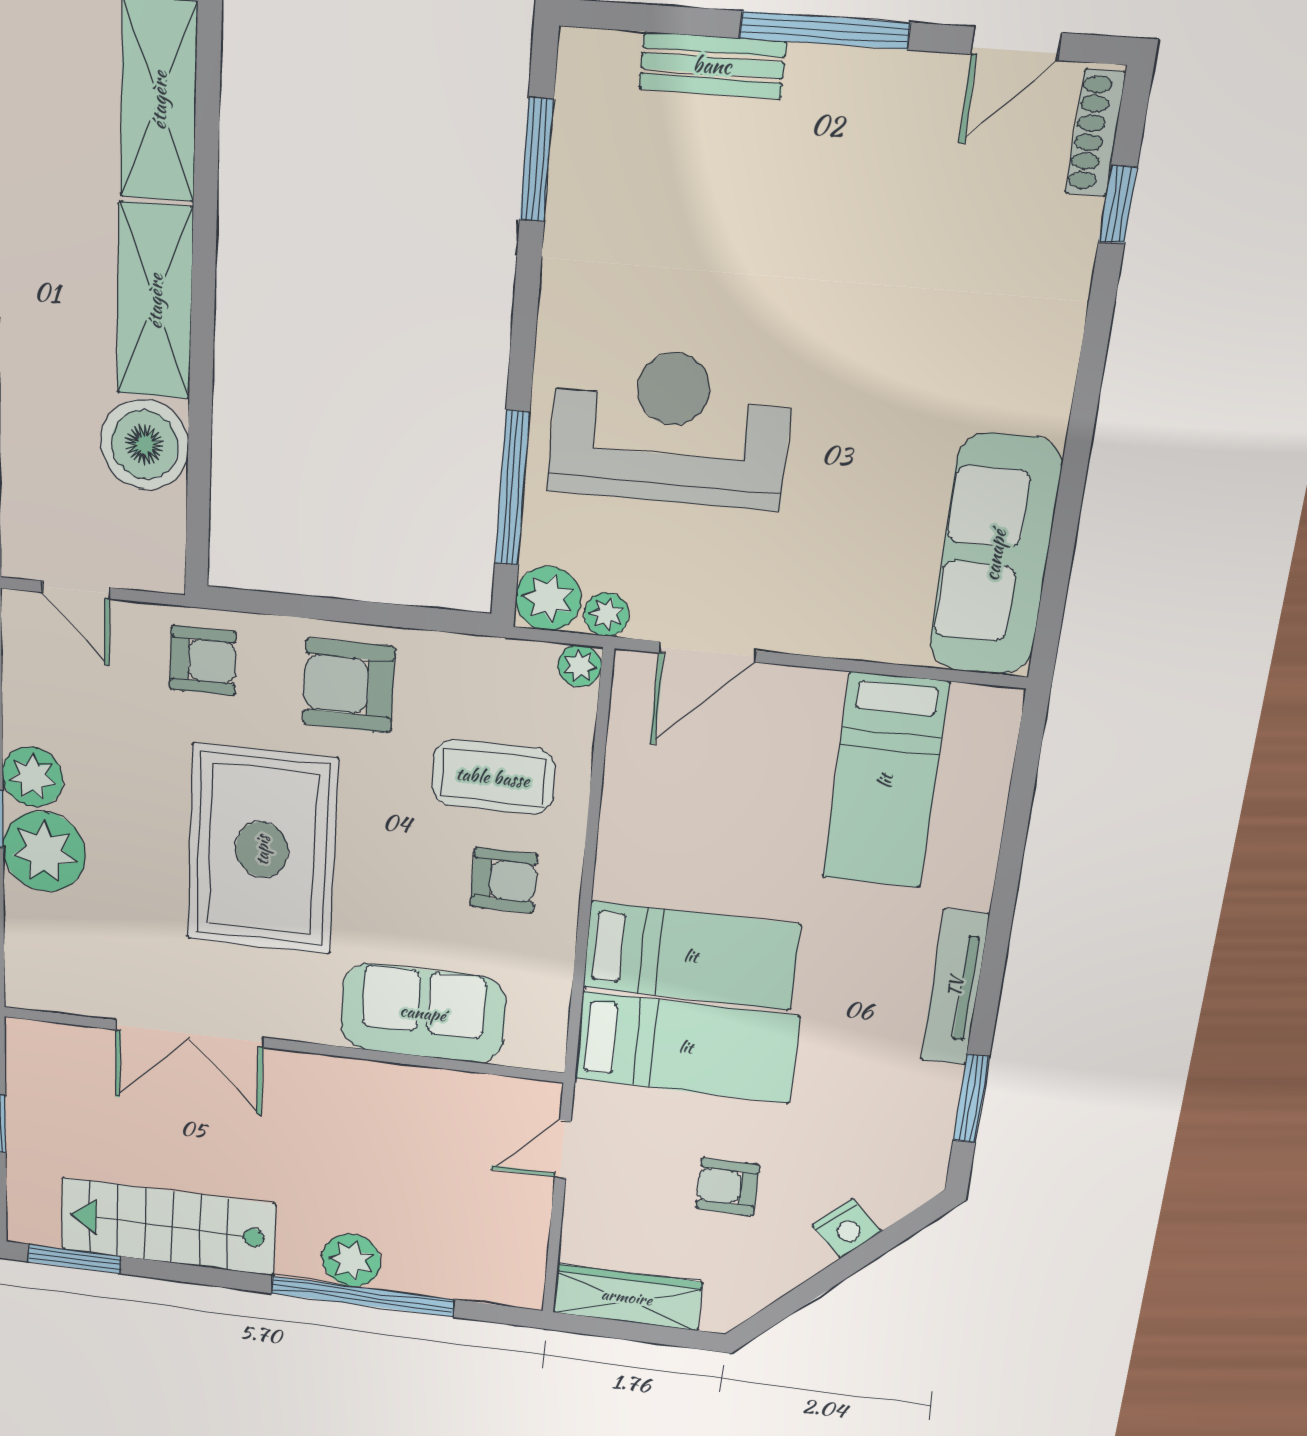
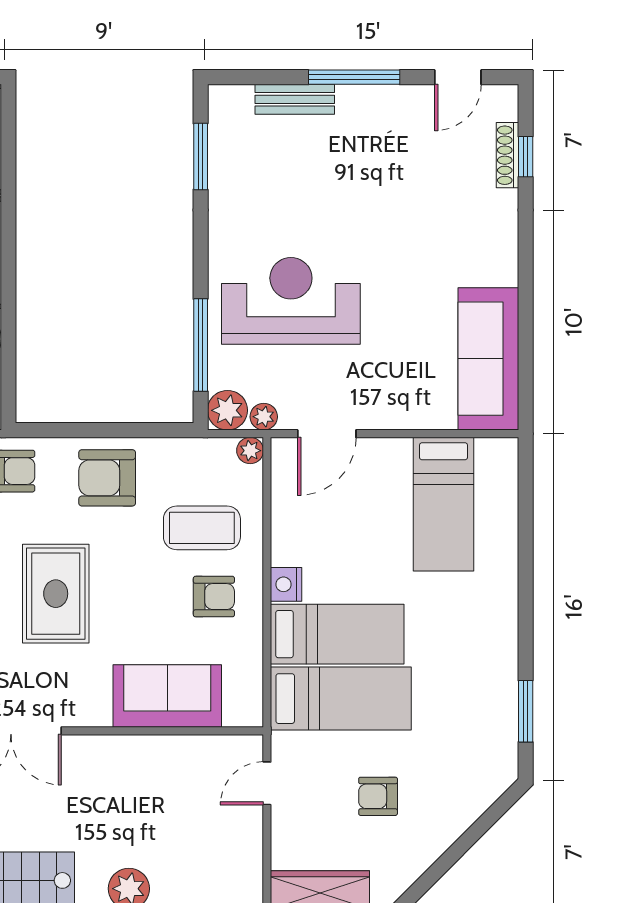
shoe rack: (1095, 133) -> (507, 155), moved
rug: (262, 850) -> (56, 594), width x0.73, depth x0.69
tv unit: (955, 987) -> (504, 635), removed
nightstand: (846, 1229) -> (286, 584), moved, turned 135

